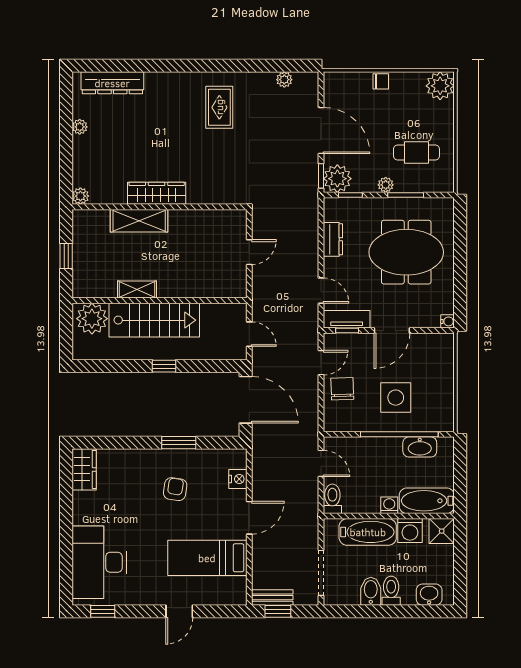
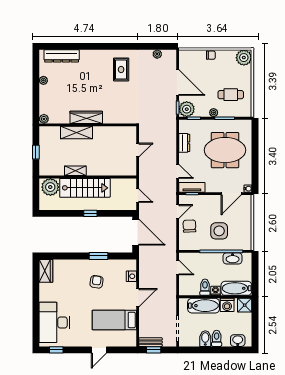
door: (392, 331) -> (231, 194), moved
toilet: (332, 499) -> (205, 287), moved

